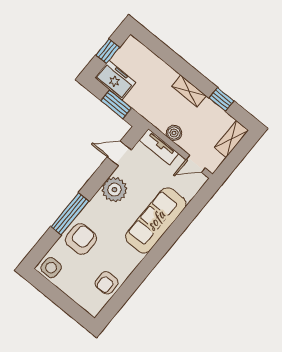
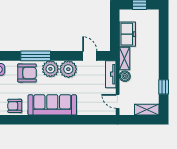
freezer: (115, 80) -> (127, 34), moved
shelving: (189, 91) -> (125, 59), moved
window: (116, 104) -> (115, 33), removed
plant: (98, 209) -> (50, 69), added
sofa: (156, 220) -> (52, 105), moved

